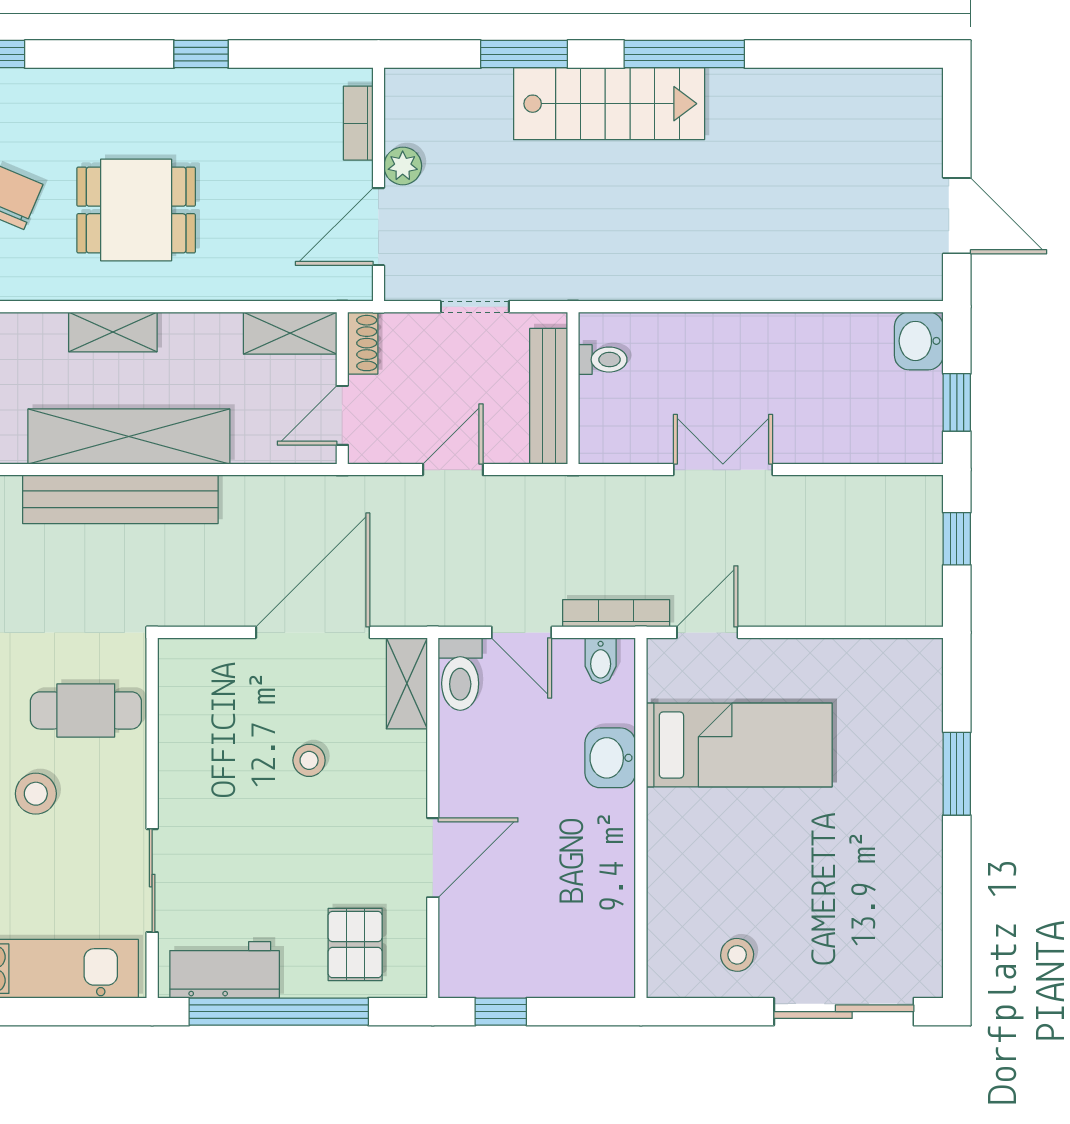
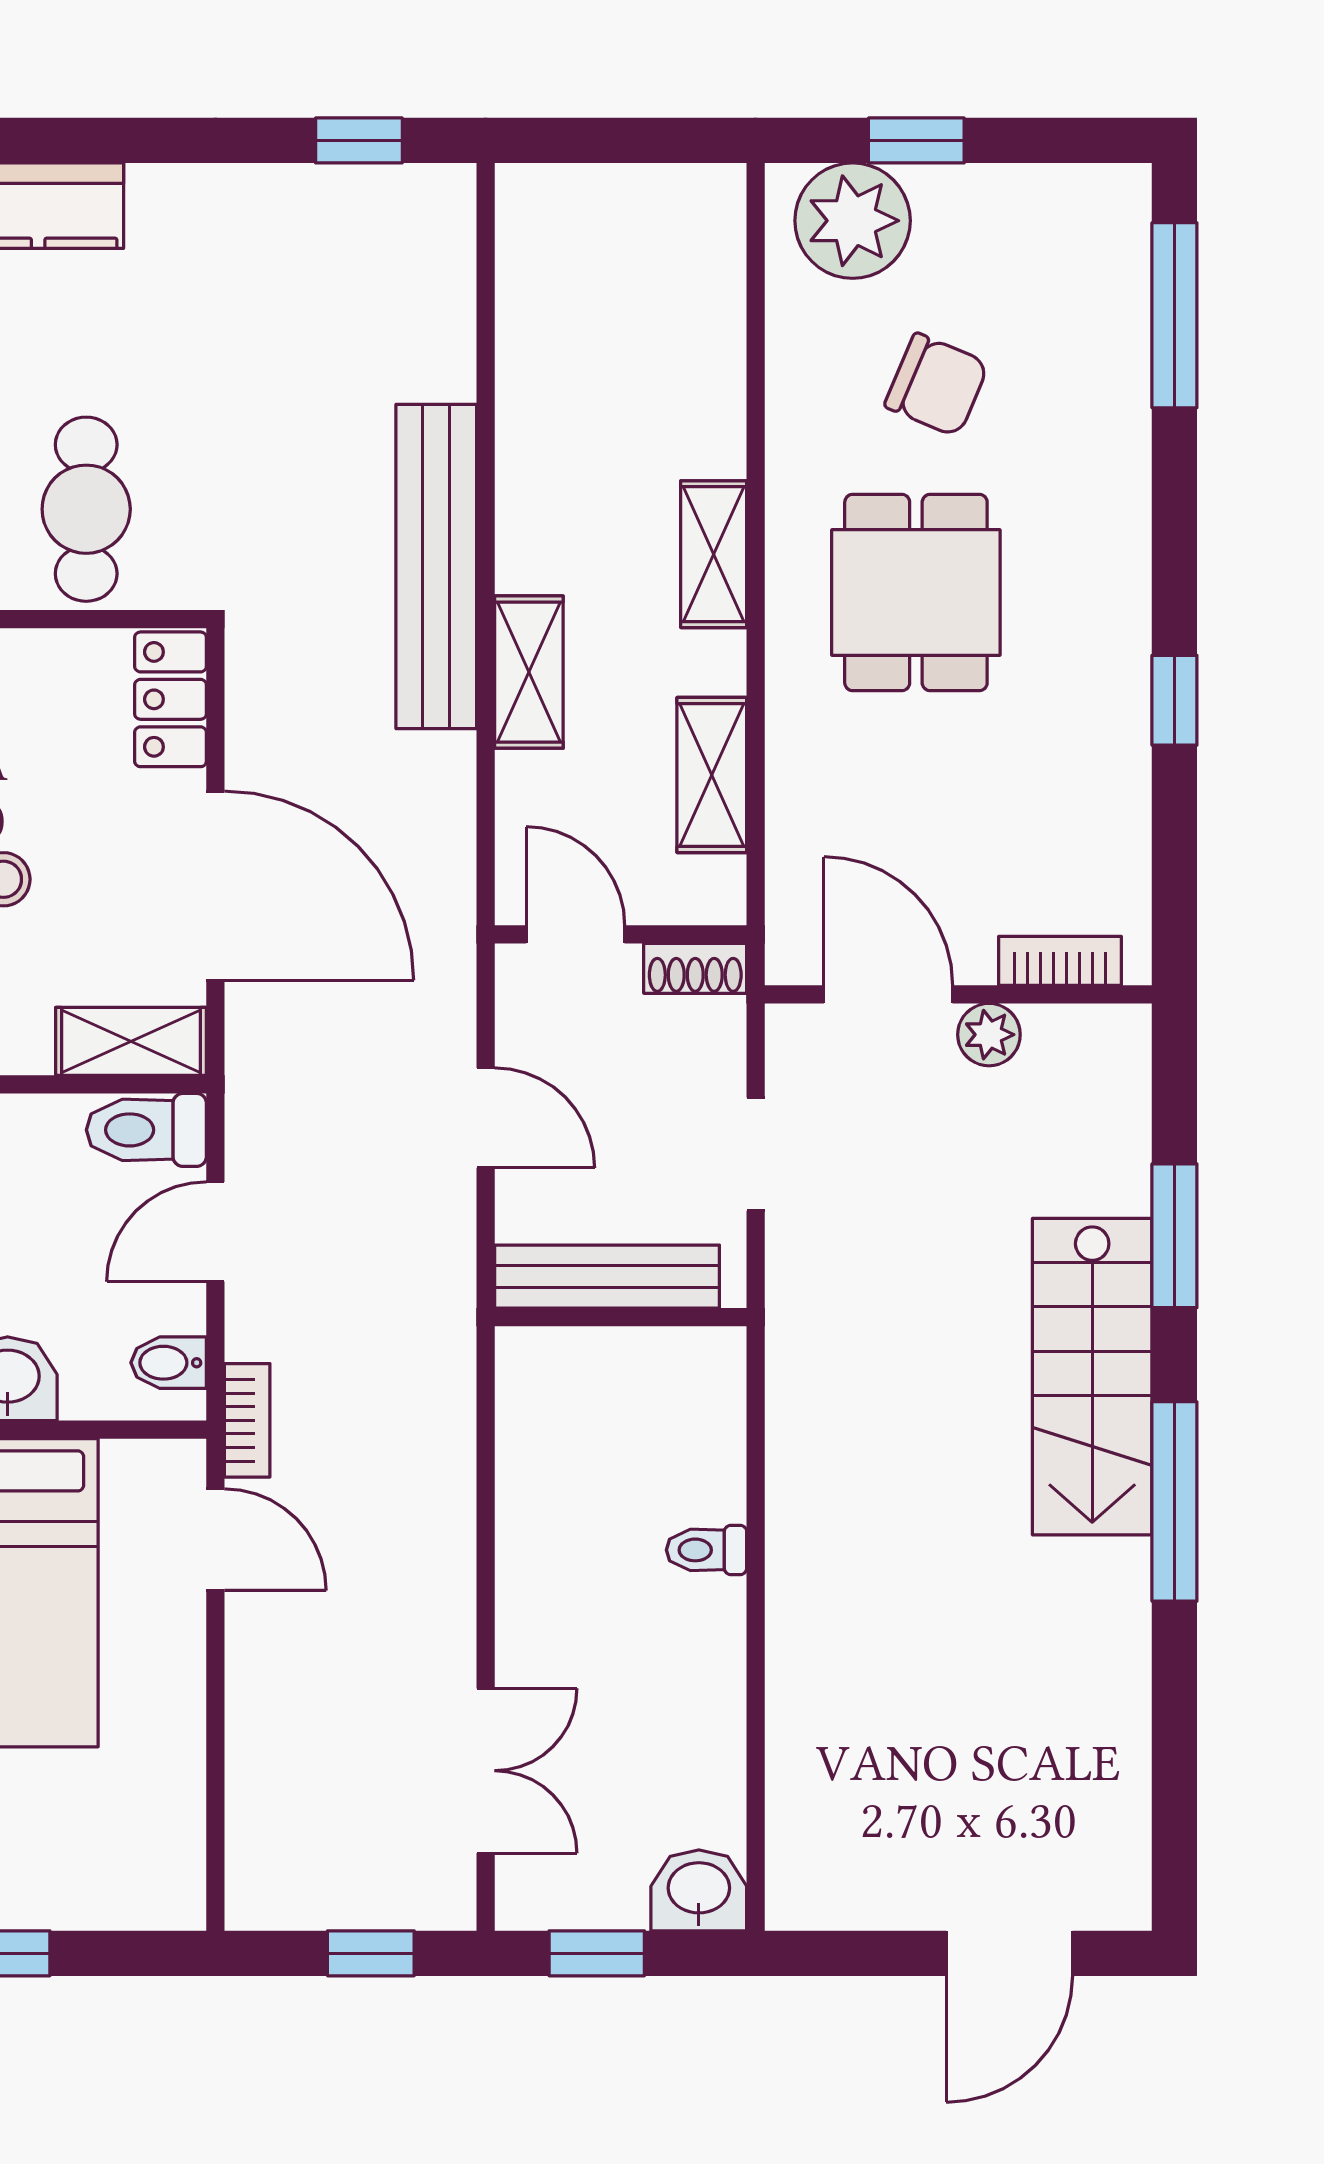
door: (957, 216) -> (1009, 1953), moved
shelving: (290, 333) -> (712, 775), moved
toilet: (603, 360) -> (707, 1550), moved, turned 90
shelving: (129, 437) -> (529, 672), width x0.45, depth x0.75
double door: (723, 470) -> (486, 1771), moved
bookcase: (616, 613) -> (247, 1420), width x0.64
locker: (201, 660) -> (171, 699), added

